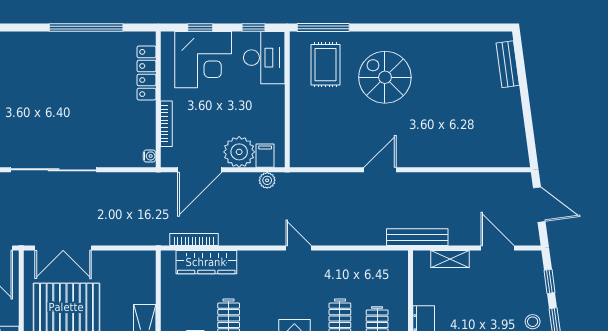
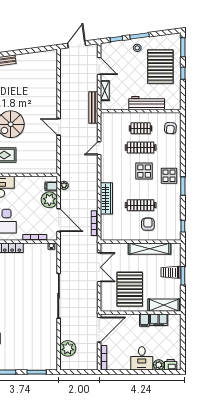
double door: (63, 248) -> (99, 267), moved
door: (299, 248) -> (99, 148), moved
door: (497, 248) -> (99, 66), swing flipped
wardrobe: (206, 262) -> (106, 198), moved

